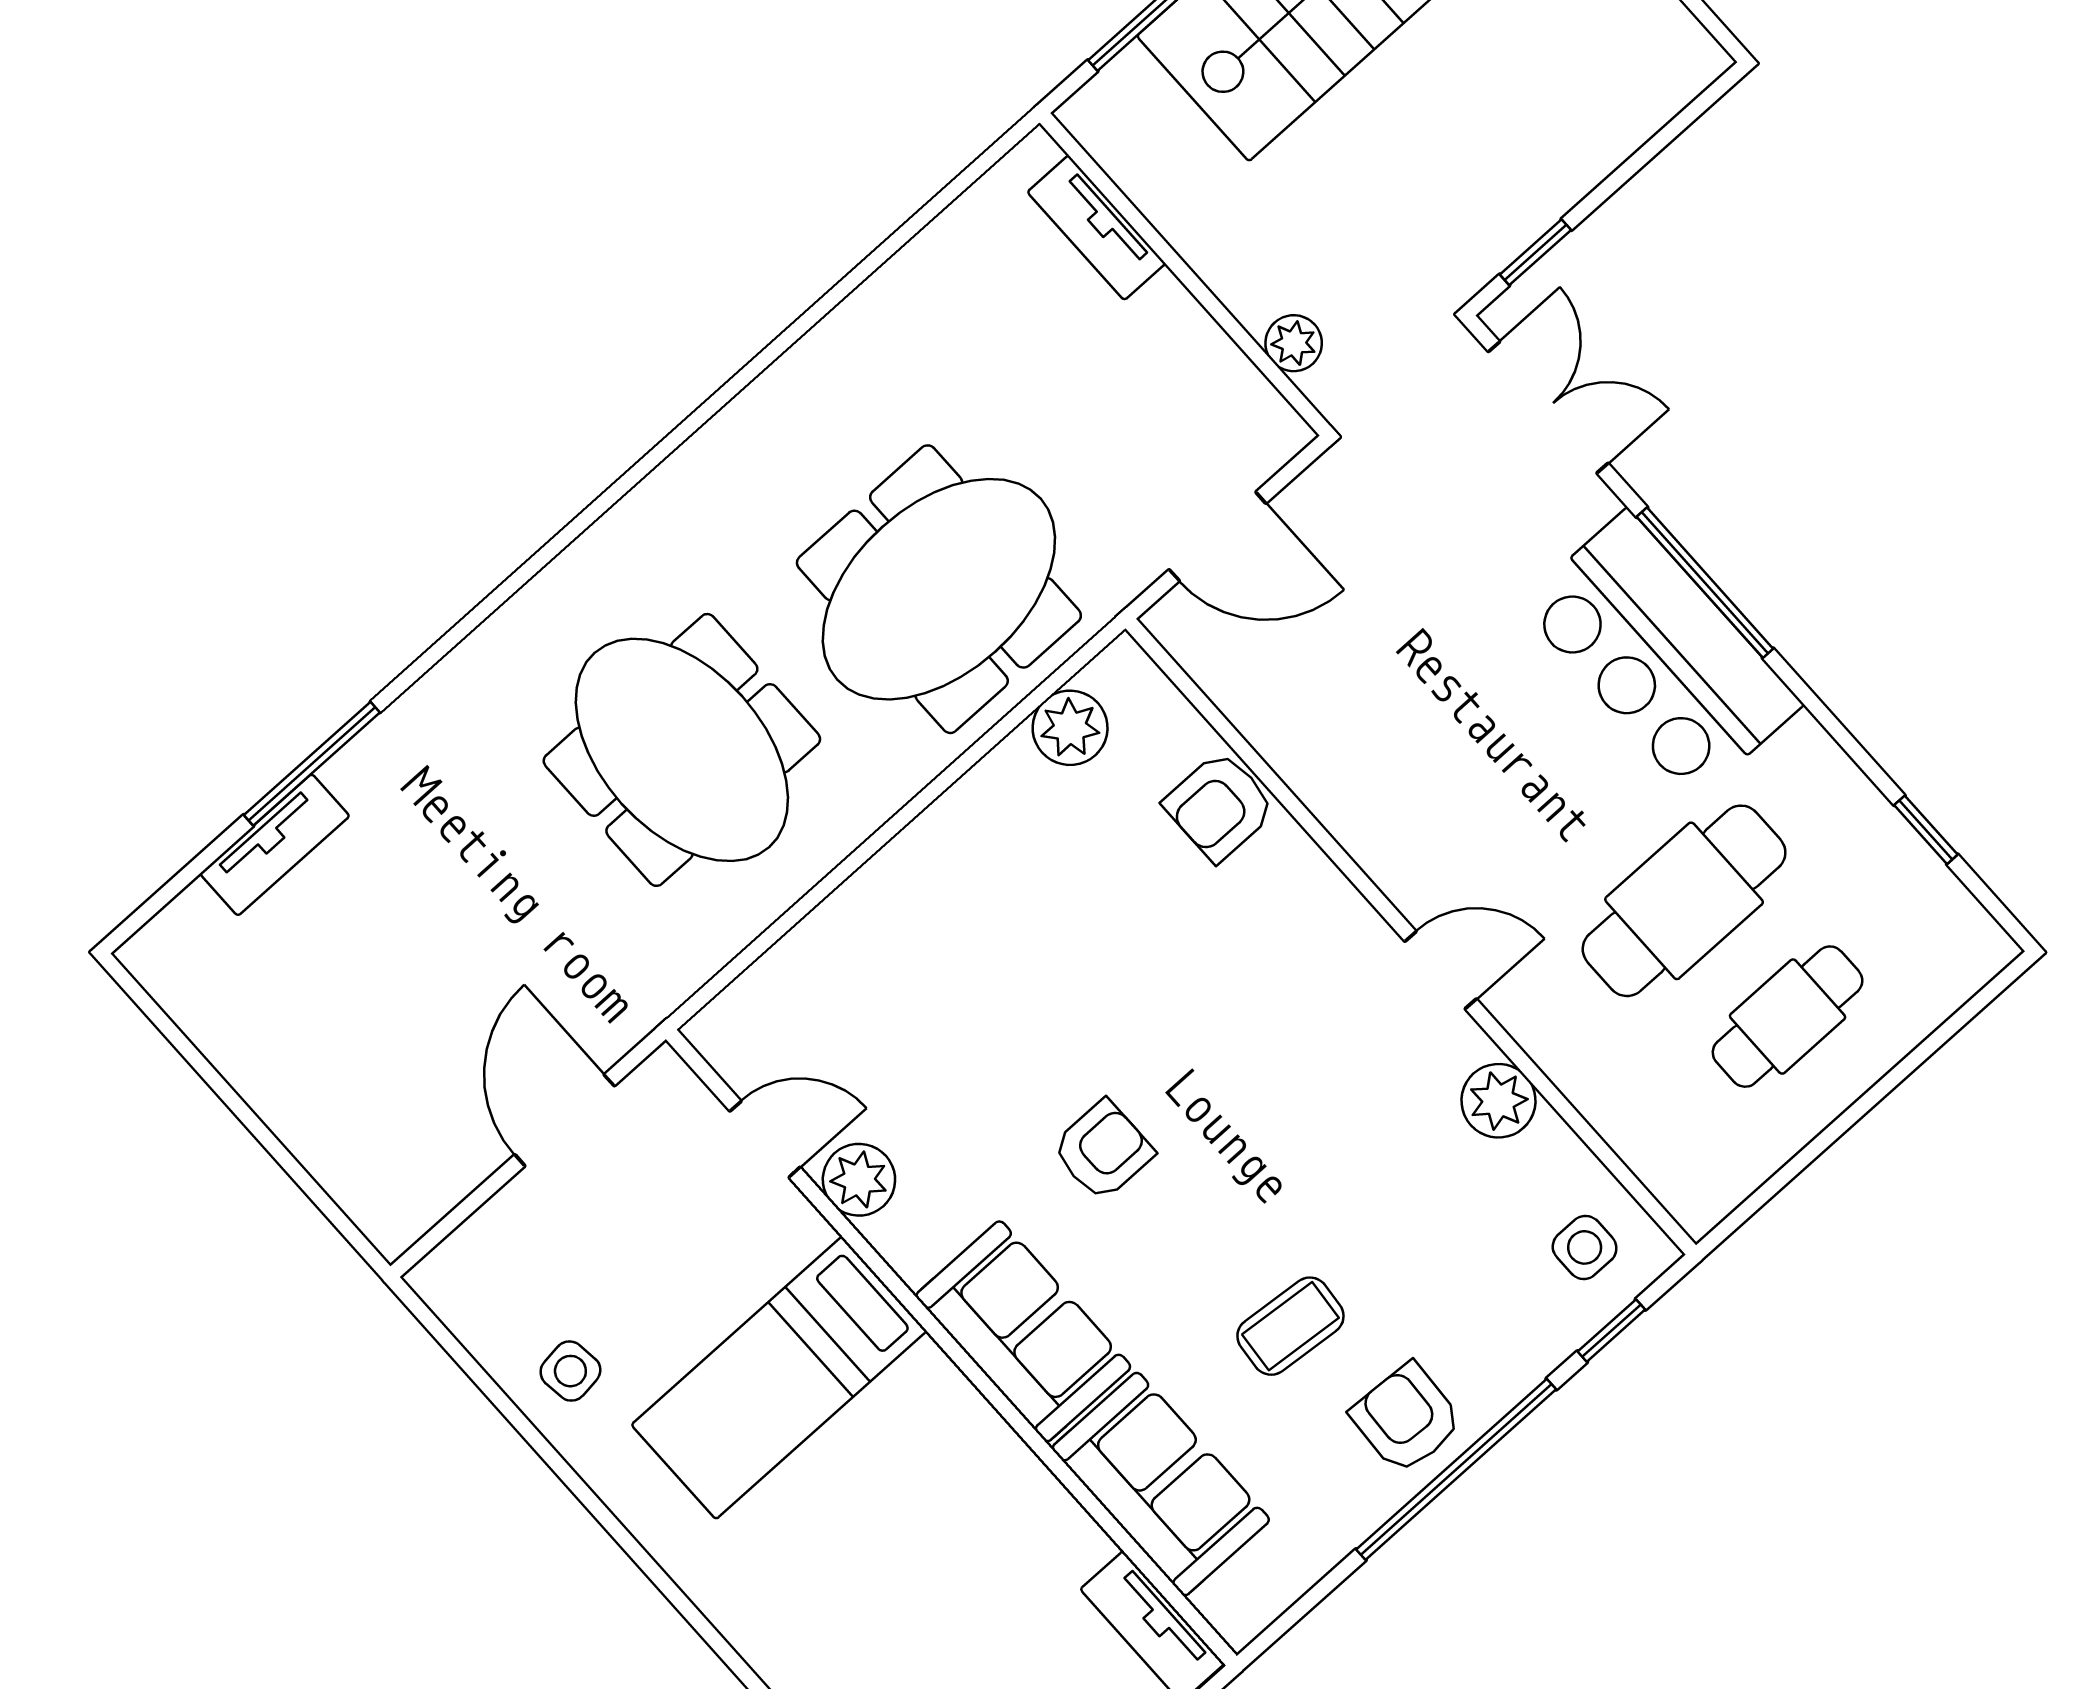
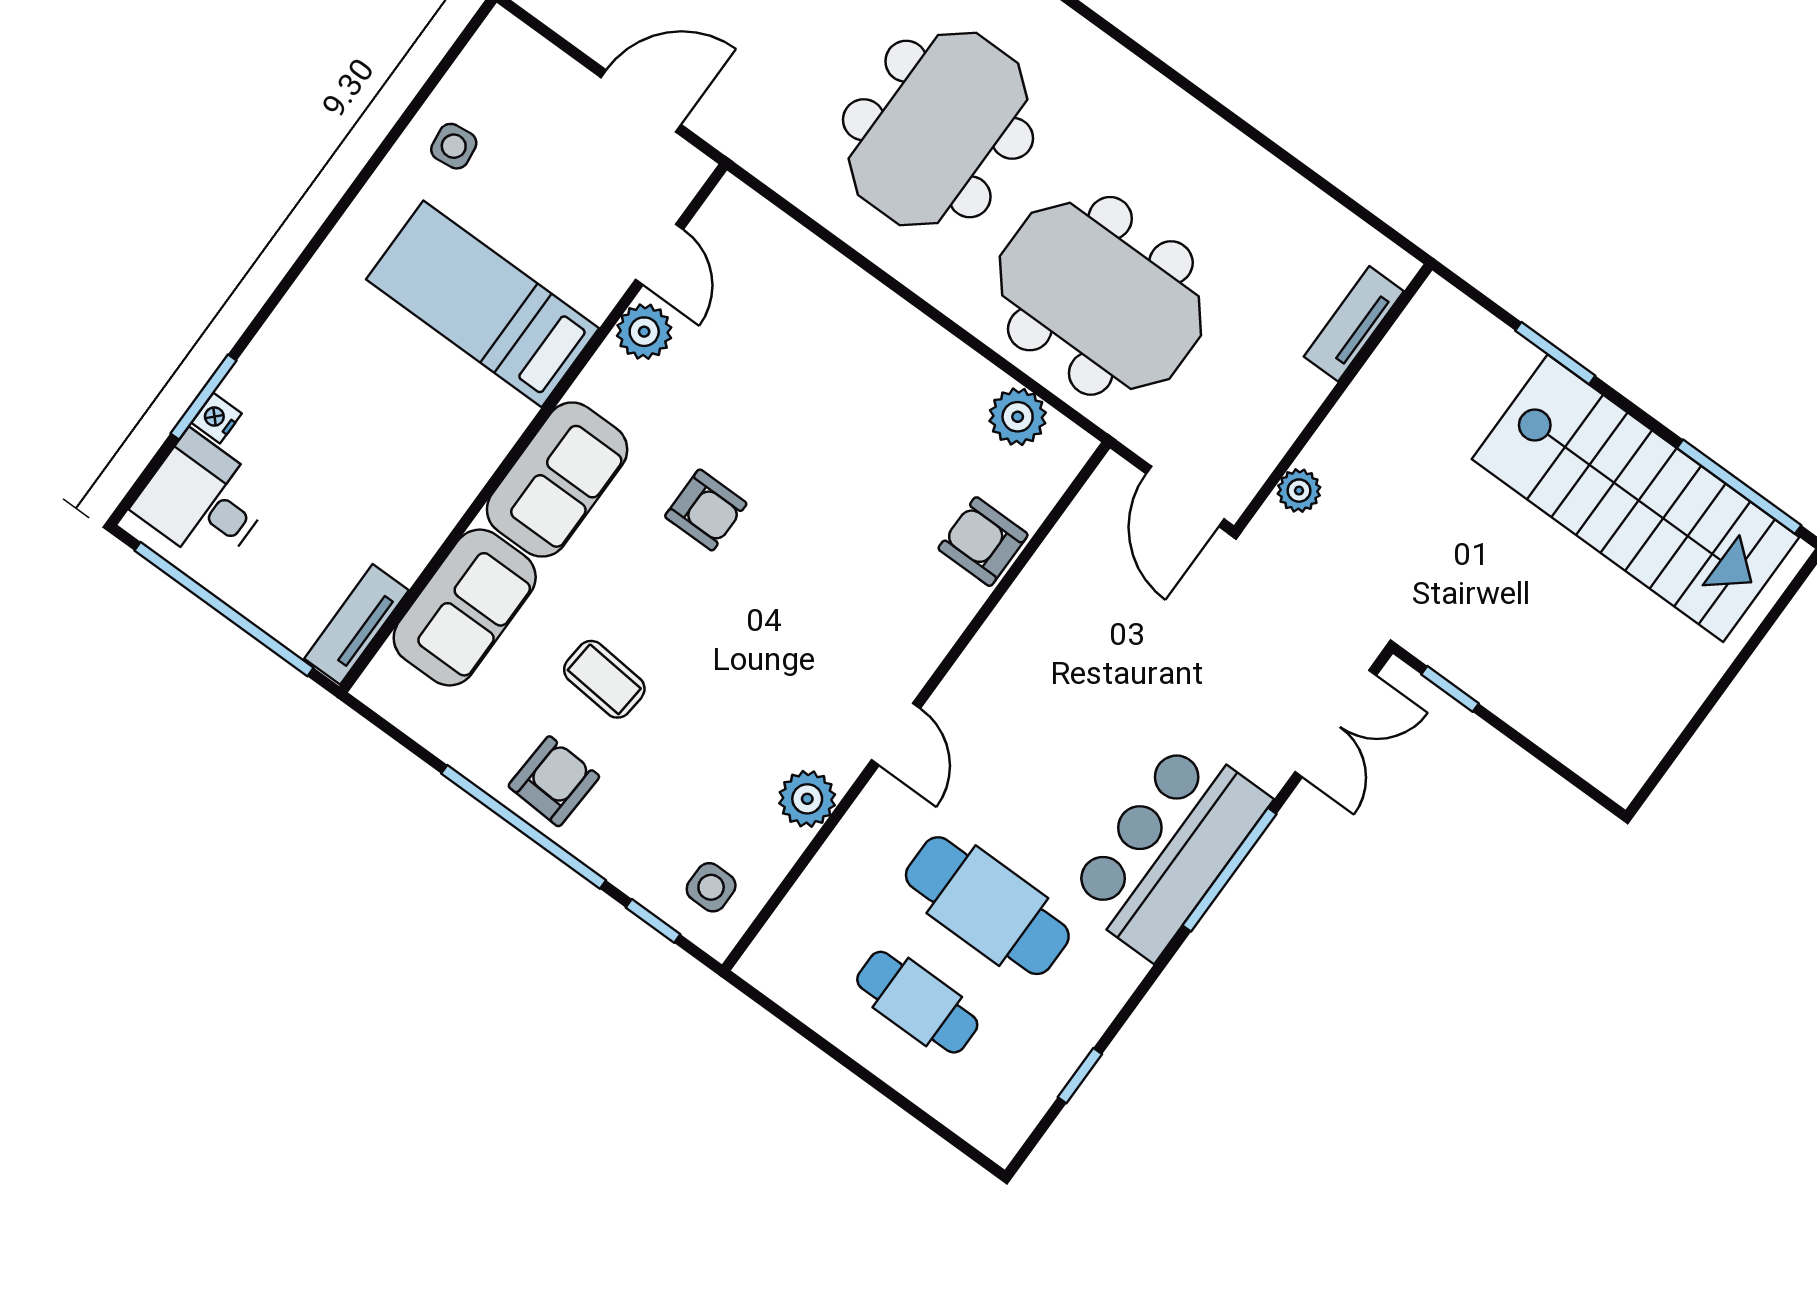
tv unit: (1096, 228) -> (1354, 324), moved
wall: (1185, 274) -> (1333, 398), moved
plant: (1294, 343) -> (1299, 491), moved

